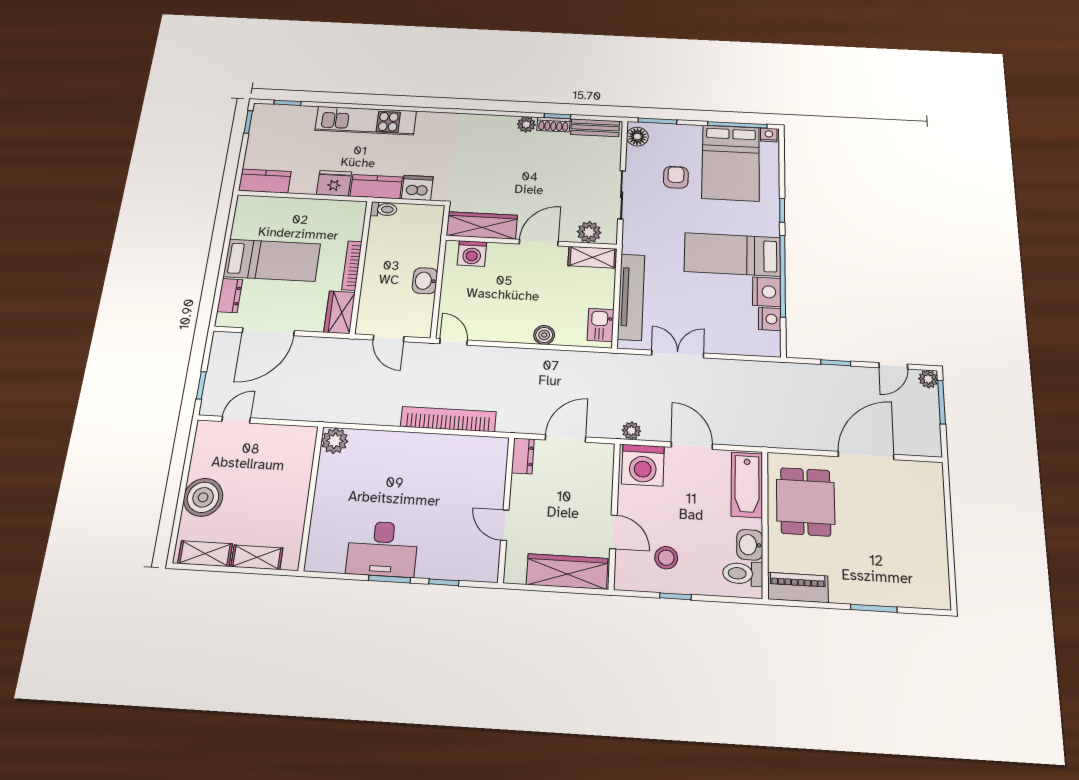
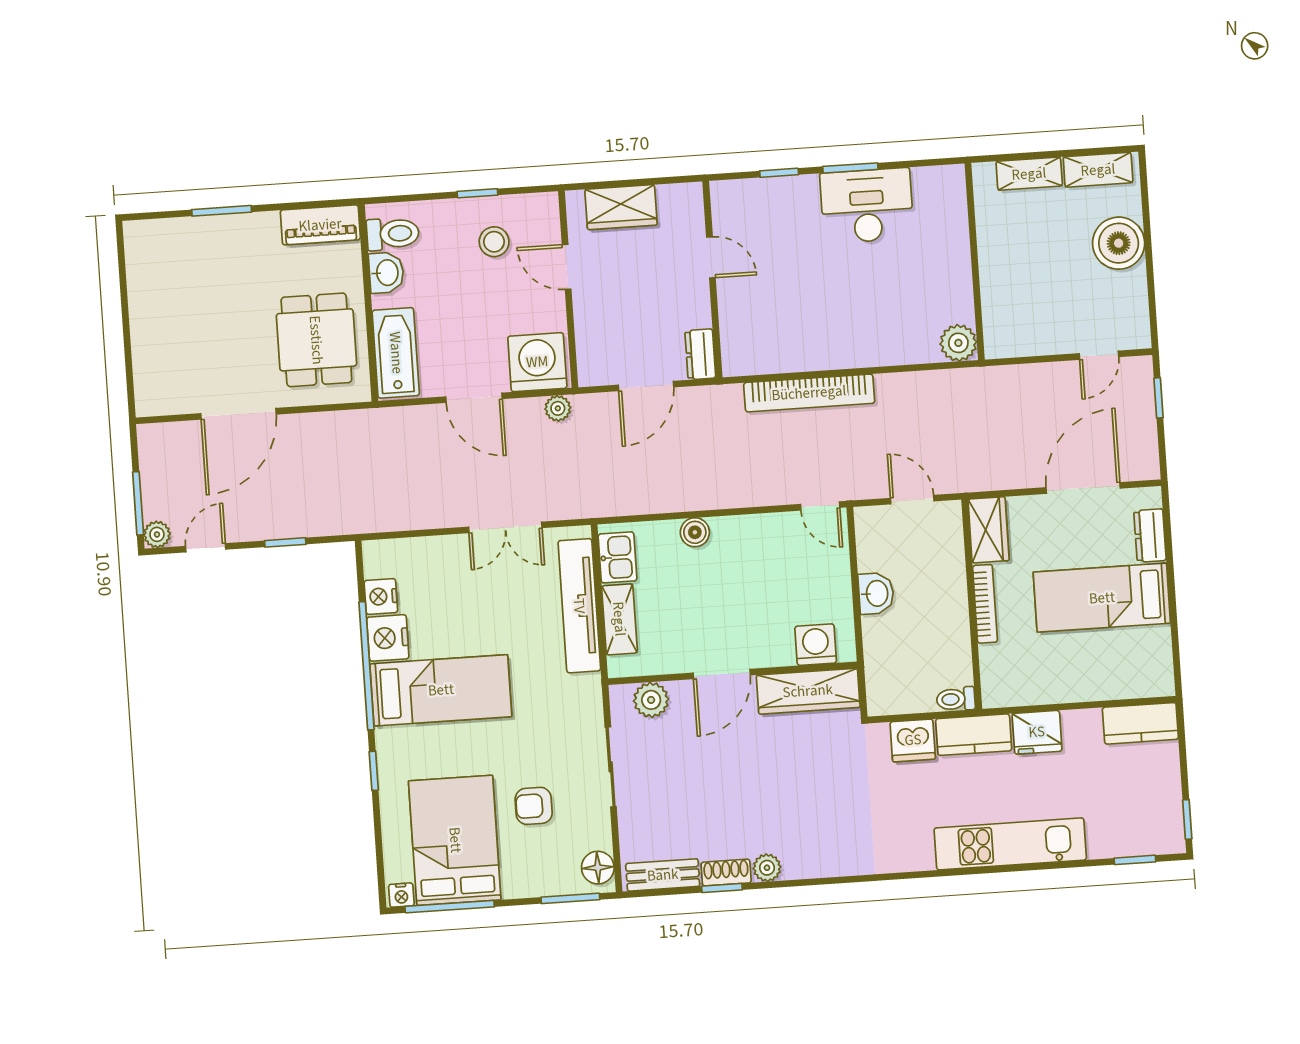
armchair: (676, 177) -> (534, 806), turned 90
shelving: (592, 257) -> (619, 619), moved, turned 90
wardrobe: (567, 572) -> (621, 207), width x0.67

